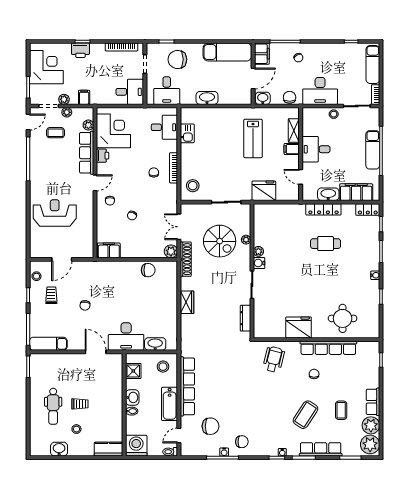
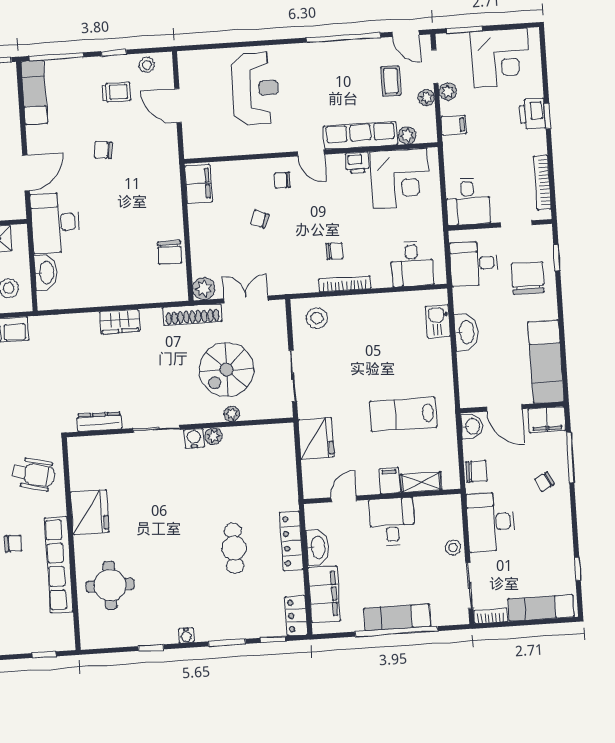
kitchen sink: (187, 133) -> (438, 321), moved, turned 90

